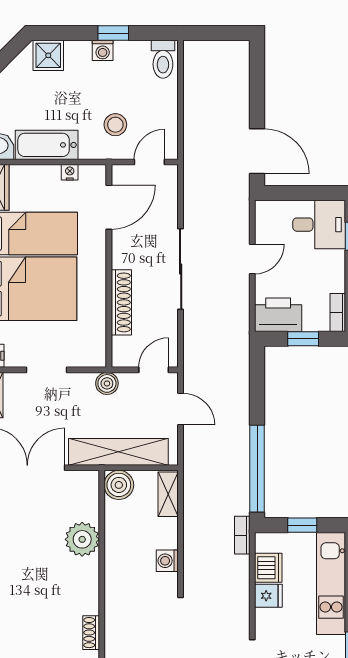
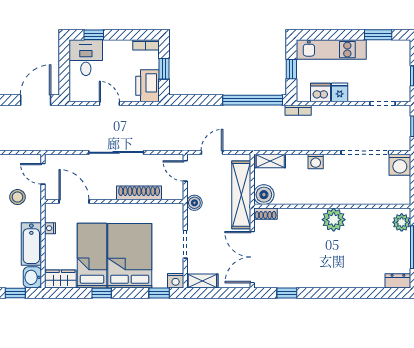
plant: (82, 539) -> (334, 220), moved
shoe rack: (91, 633) -> (265, 214), moved

